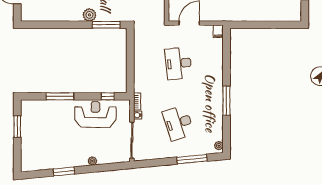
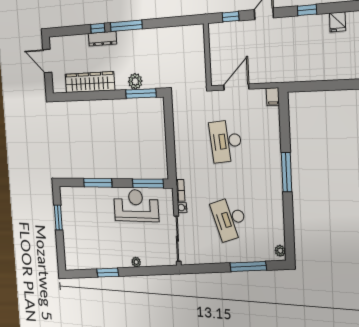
wardrobe: (58, 14) -> (90, 82), added
plant: (89, 15) -> (135, 81), moved
window: (108, 96) -> (148, 183), width x2.17
window: (226, 101) -> (287, 172), moved

